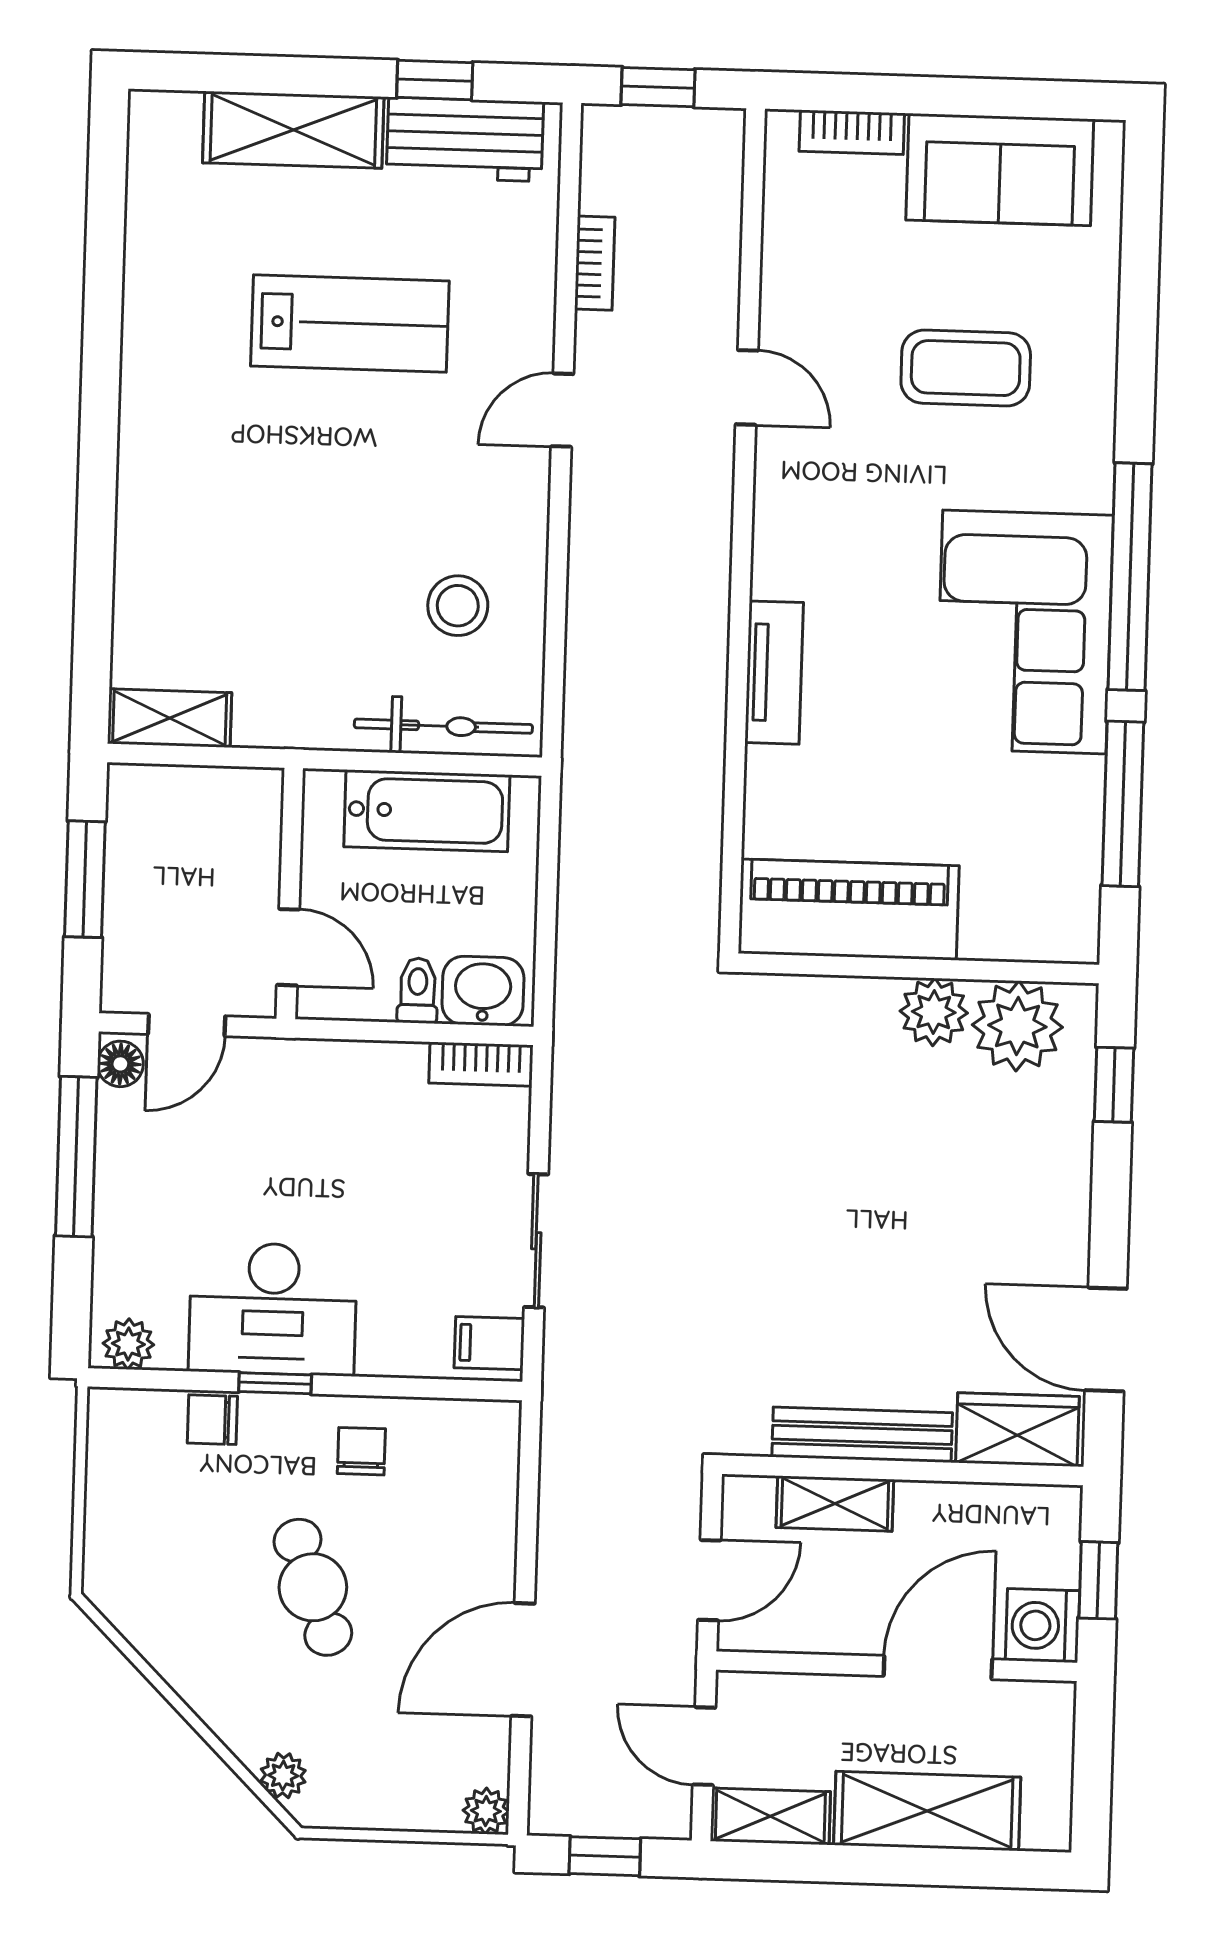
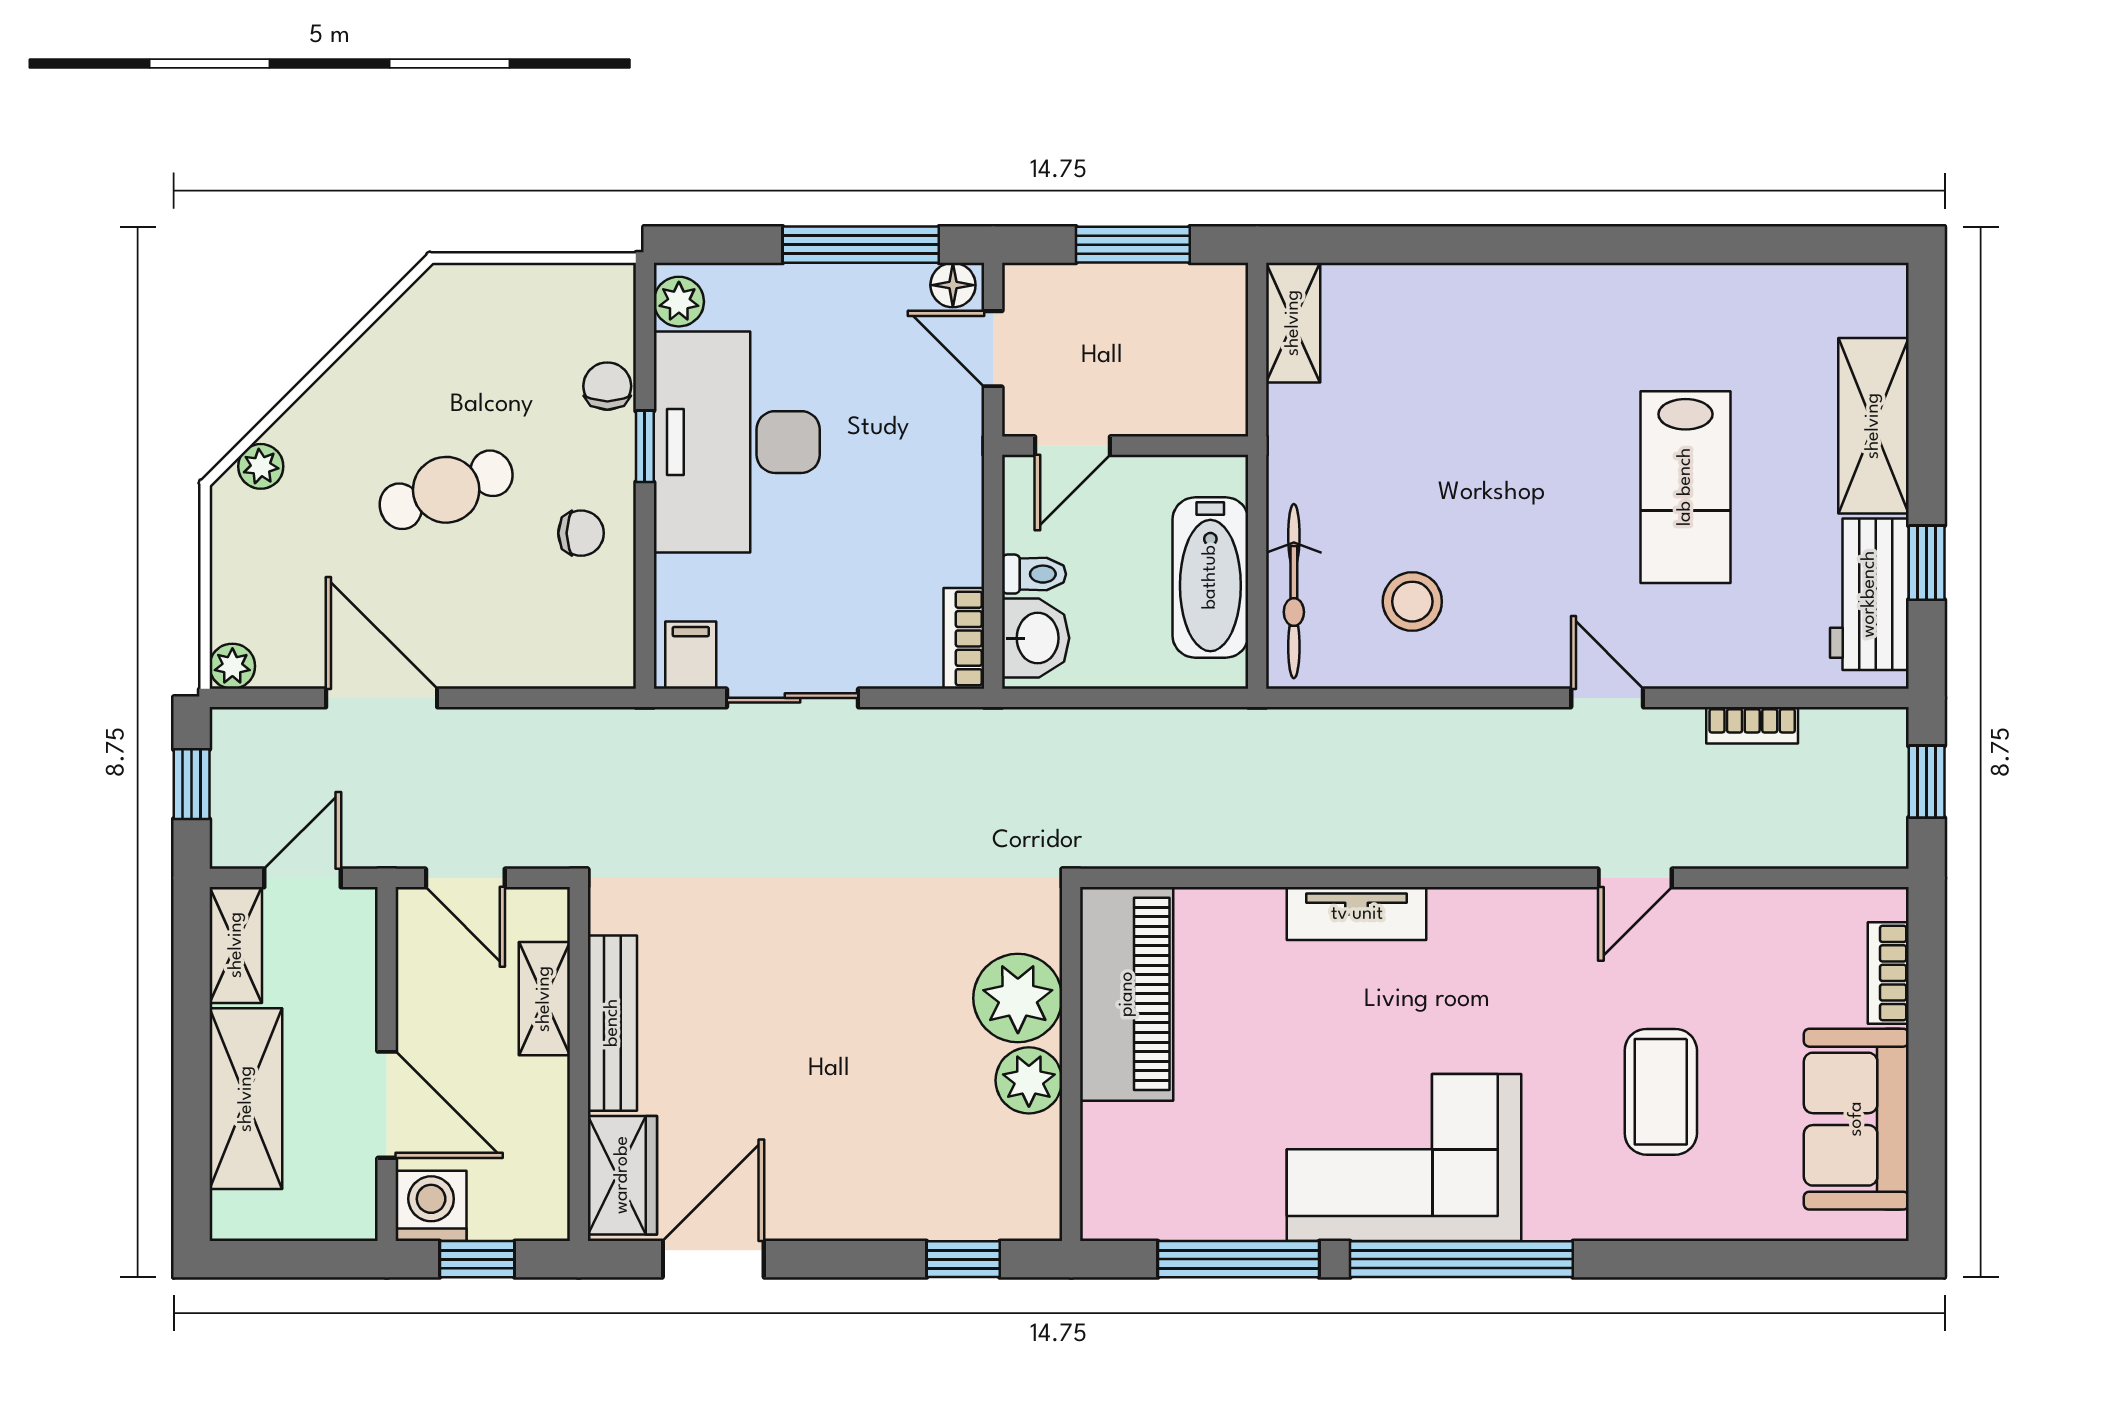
plant: (1017, 1026) -> (1018, 998), moved
desk: (273, 1309) -> (737, 442), width x1.36, depth x1.30

